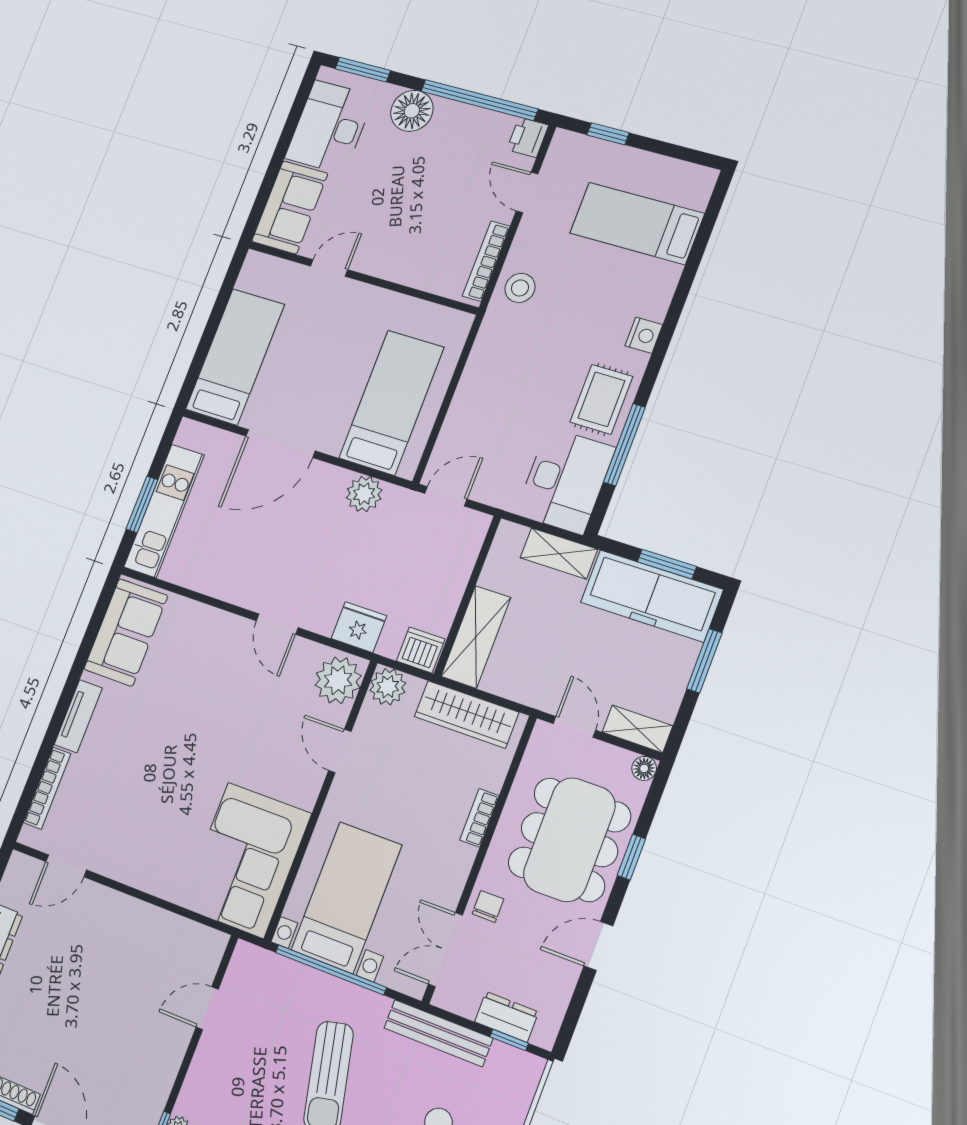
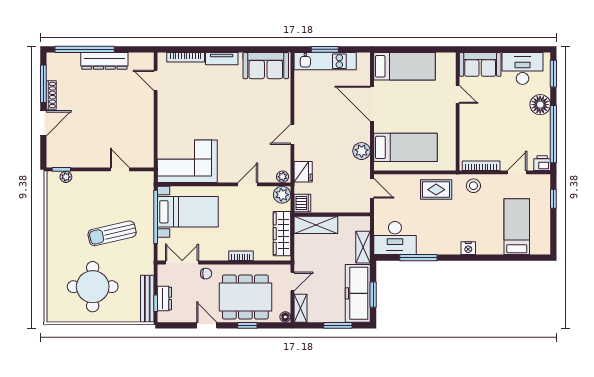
rug: (601, 399) -> (436, 190), moved
plant: (338, 680) -> (282, 177), width x0.53, depth x0.53
bench: (438, 1033) -> (147, 299), moved

